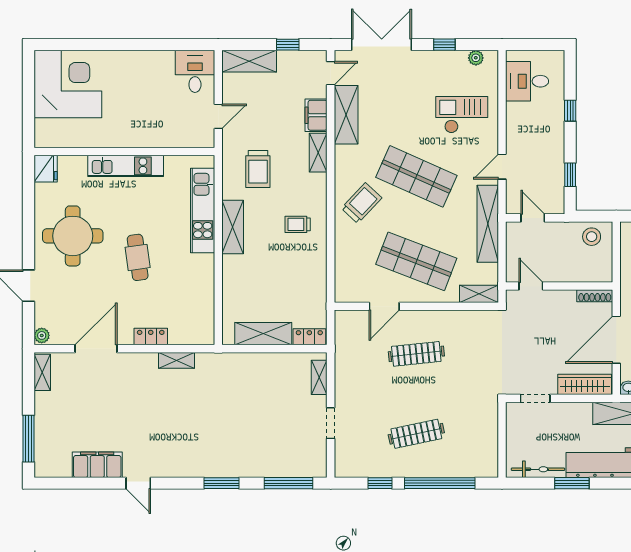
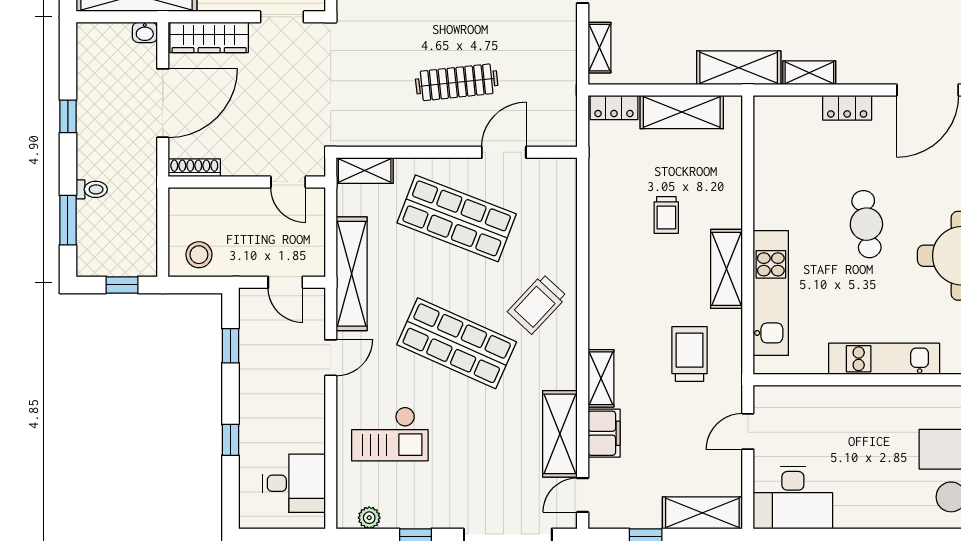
desk: (195, 71) -> (793, 498), width x1.37
trolley: (298, 224) -> (666, 215), moved, turned 90
shelving: (224, 364) -> (739, 68), added

